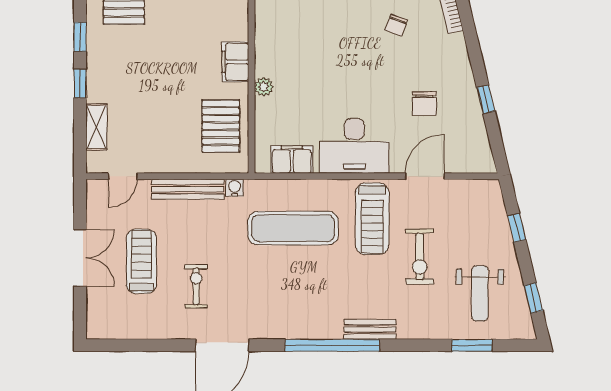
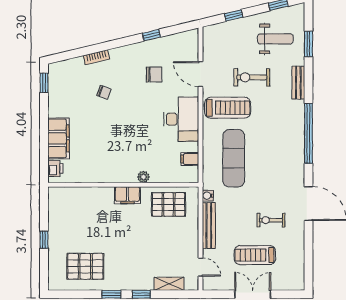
filing cabinet: (292, 160) -> (190, 159), width x0.50
exercise bike: (420, 257) -> (252, 77), turned 180
bench: (370, 329) -> (298, 83), moved

